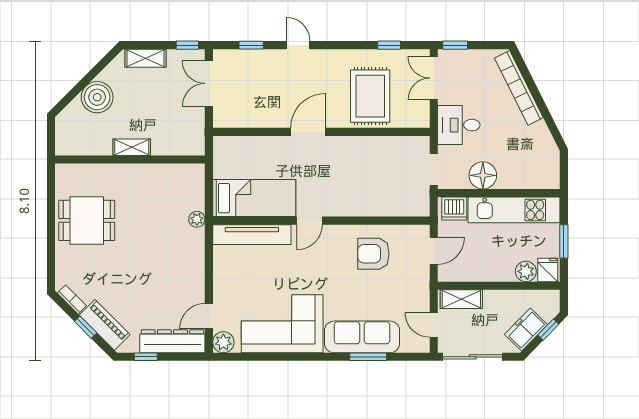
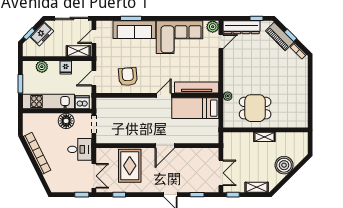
bookcase: (519, 88) -> (37, 153), moved
dining table: (87, 220) -> (255, 108), moved
armchair: (373, 254) -> (128, 77), turned -95
fridge: (548, 270) -> (66, 68), moved
door: (434, 325) -> (94, 36), swing flipped

